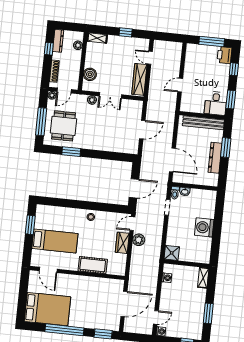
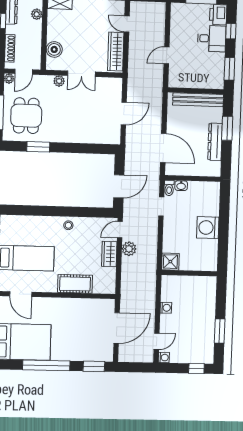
desk: (216, 103) -> (212, 39), moved, turned -90
washing machine: (167, 278) -> (166, 308), moved
shelving: (203, 278) -> (211, 289), removed

